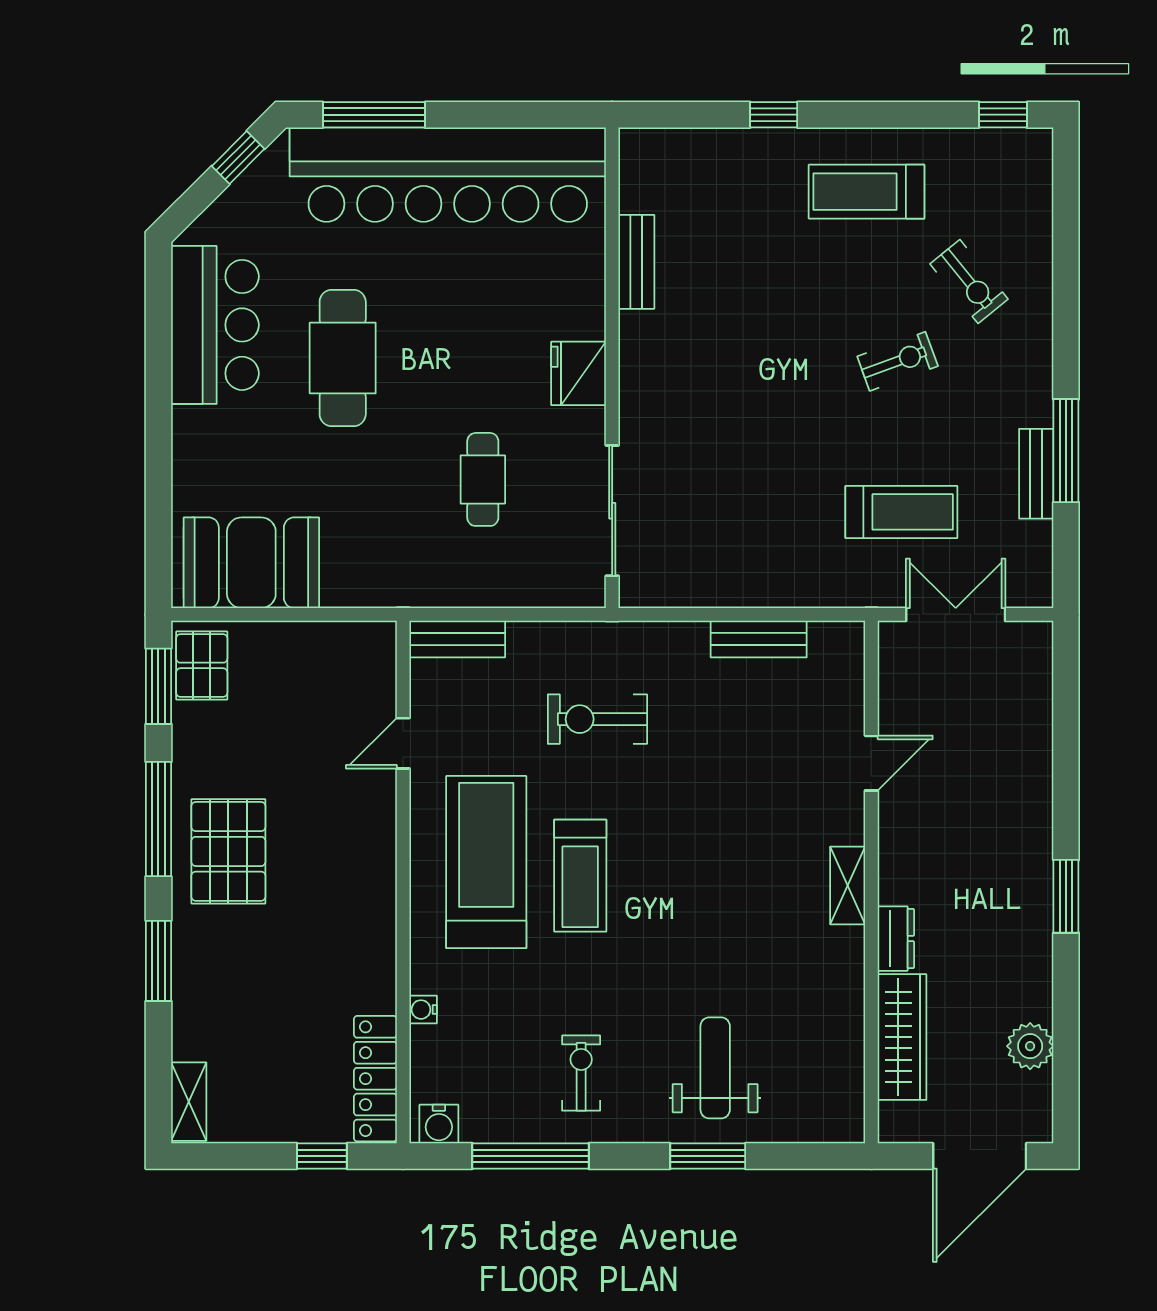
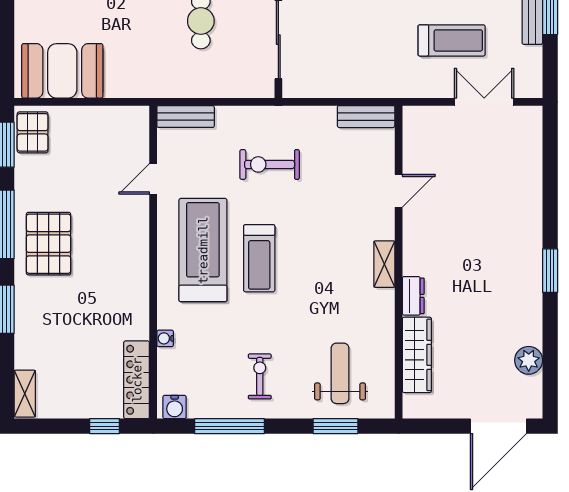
door: (871, 763) -> (399, 191), moved
wall: (871, 882) -> (399, 262), moved
shelving: (848, 885) -> (384, 264), moved
dresser: (896, 939) -> (413, 296), moved
wardrobe: (902, 1037) -> (417, 355), moved

